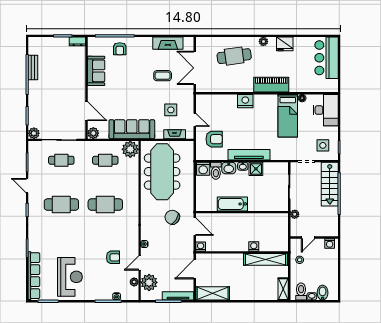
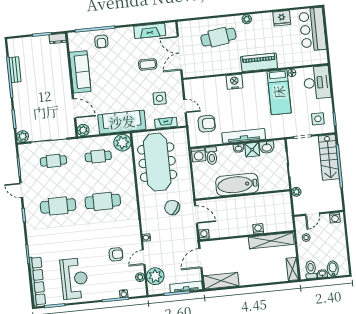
fridge: (285, 44) -> (282, 18), moved
sofa: (96, 71) -> (80, 72), width x1.36
washbasin: (229, 168) -> (267, 147), moved
bathtub: (232, 204) -> (237, 185), width x1.36, depth x1.36

